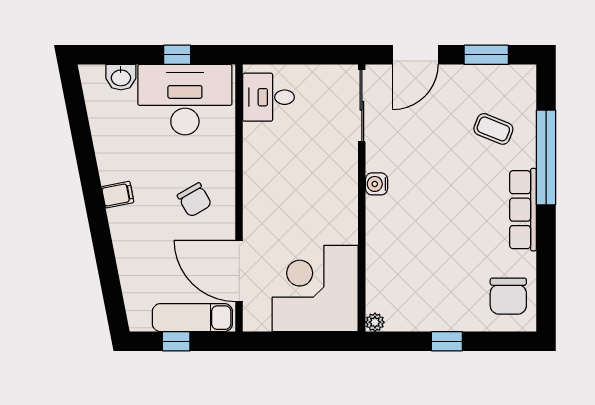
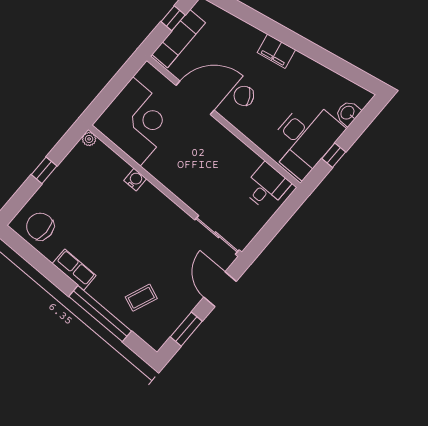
water cooler: (377, 184) -> (135, 180), moved
filing cabinet: (118, 195) -> (276, 51), width x2.00
row of seats: (523, 210) -> (74, 270), width x0.68
door: (239, 271) -> (195, 98), moved

